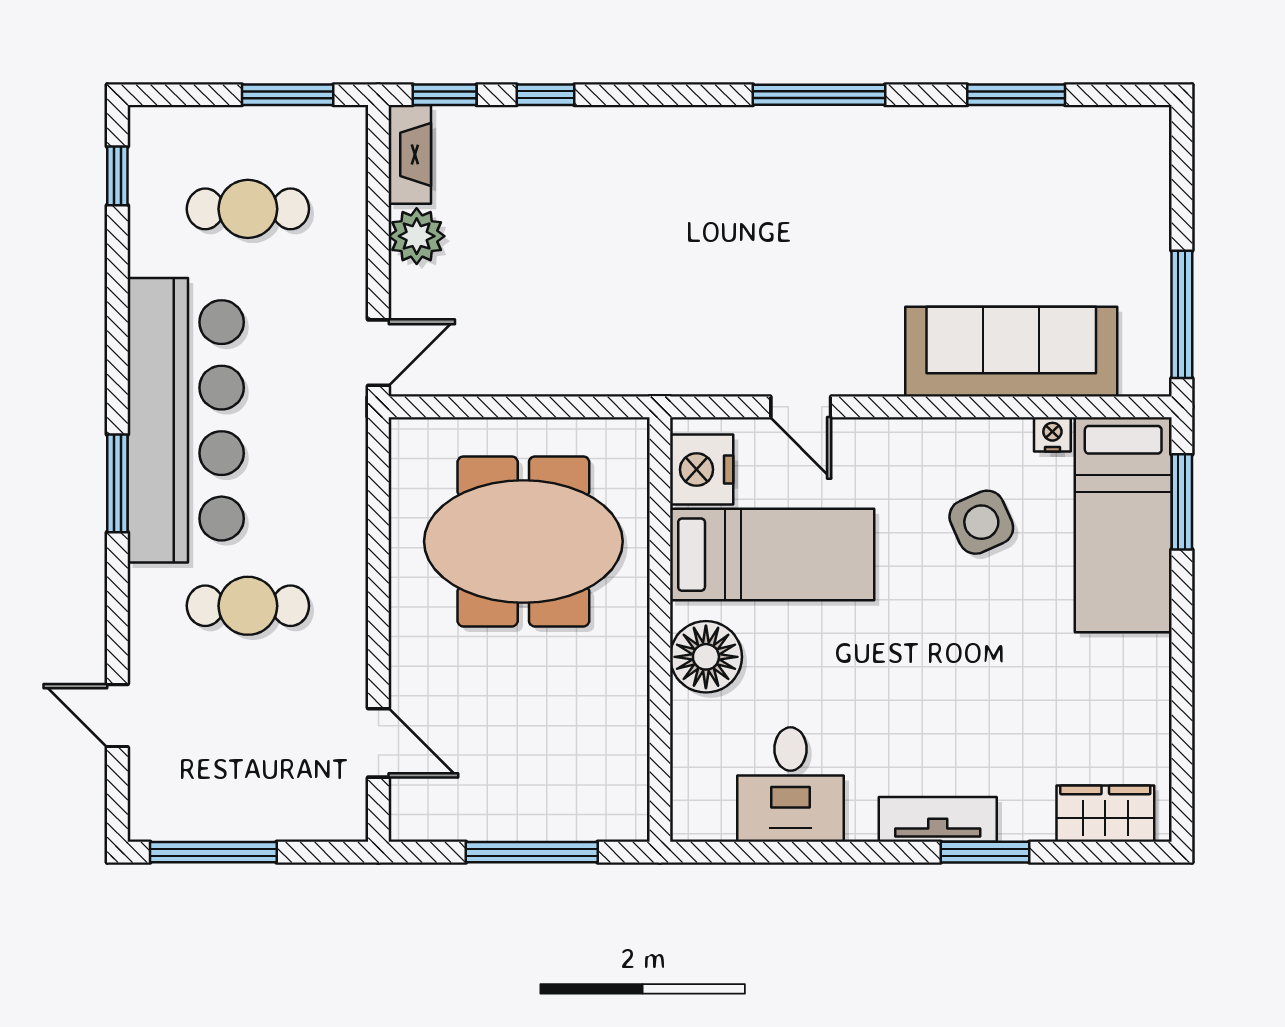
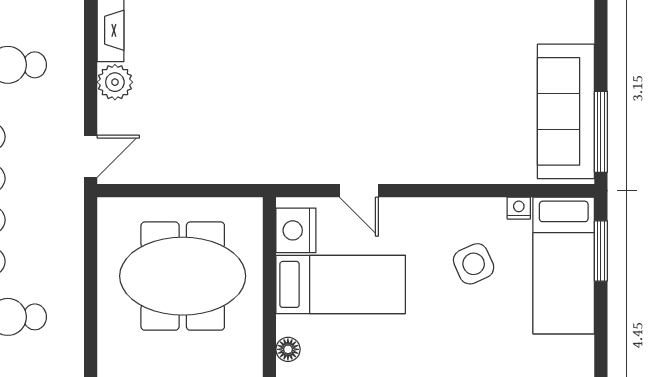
sofa: (1011, 352) -> (566, 111), moved, turned -90
floor lamp: (706, 657) -> (288, 349), width x0.53, depth x0.53

